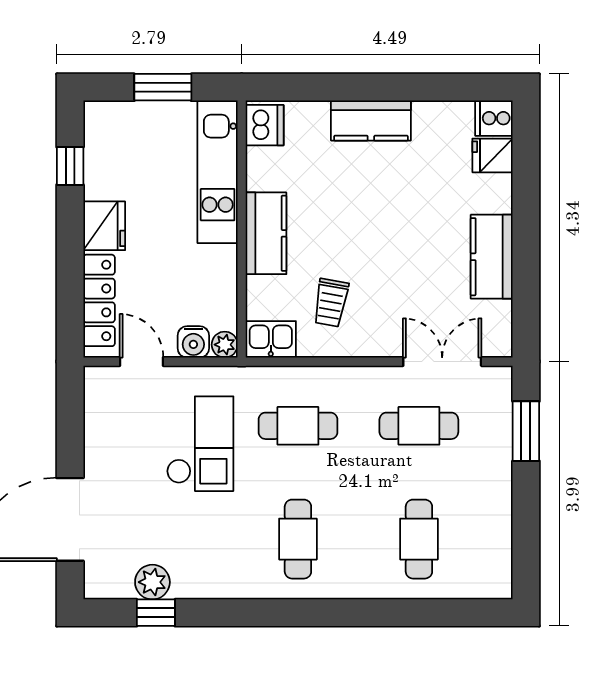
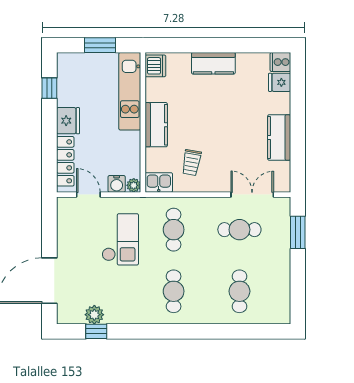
cafe table: (298, 426) -> (174, 230), turned 90

